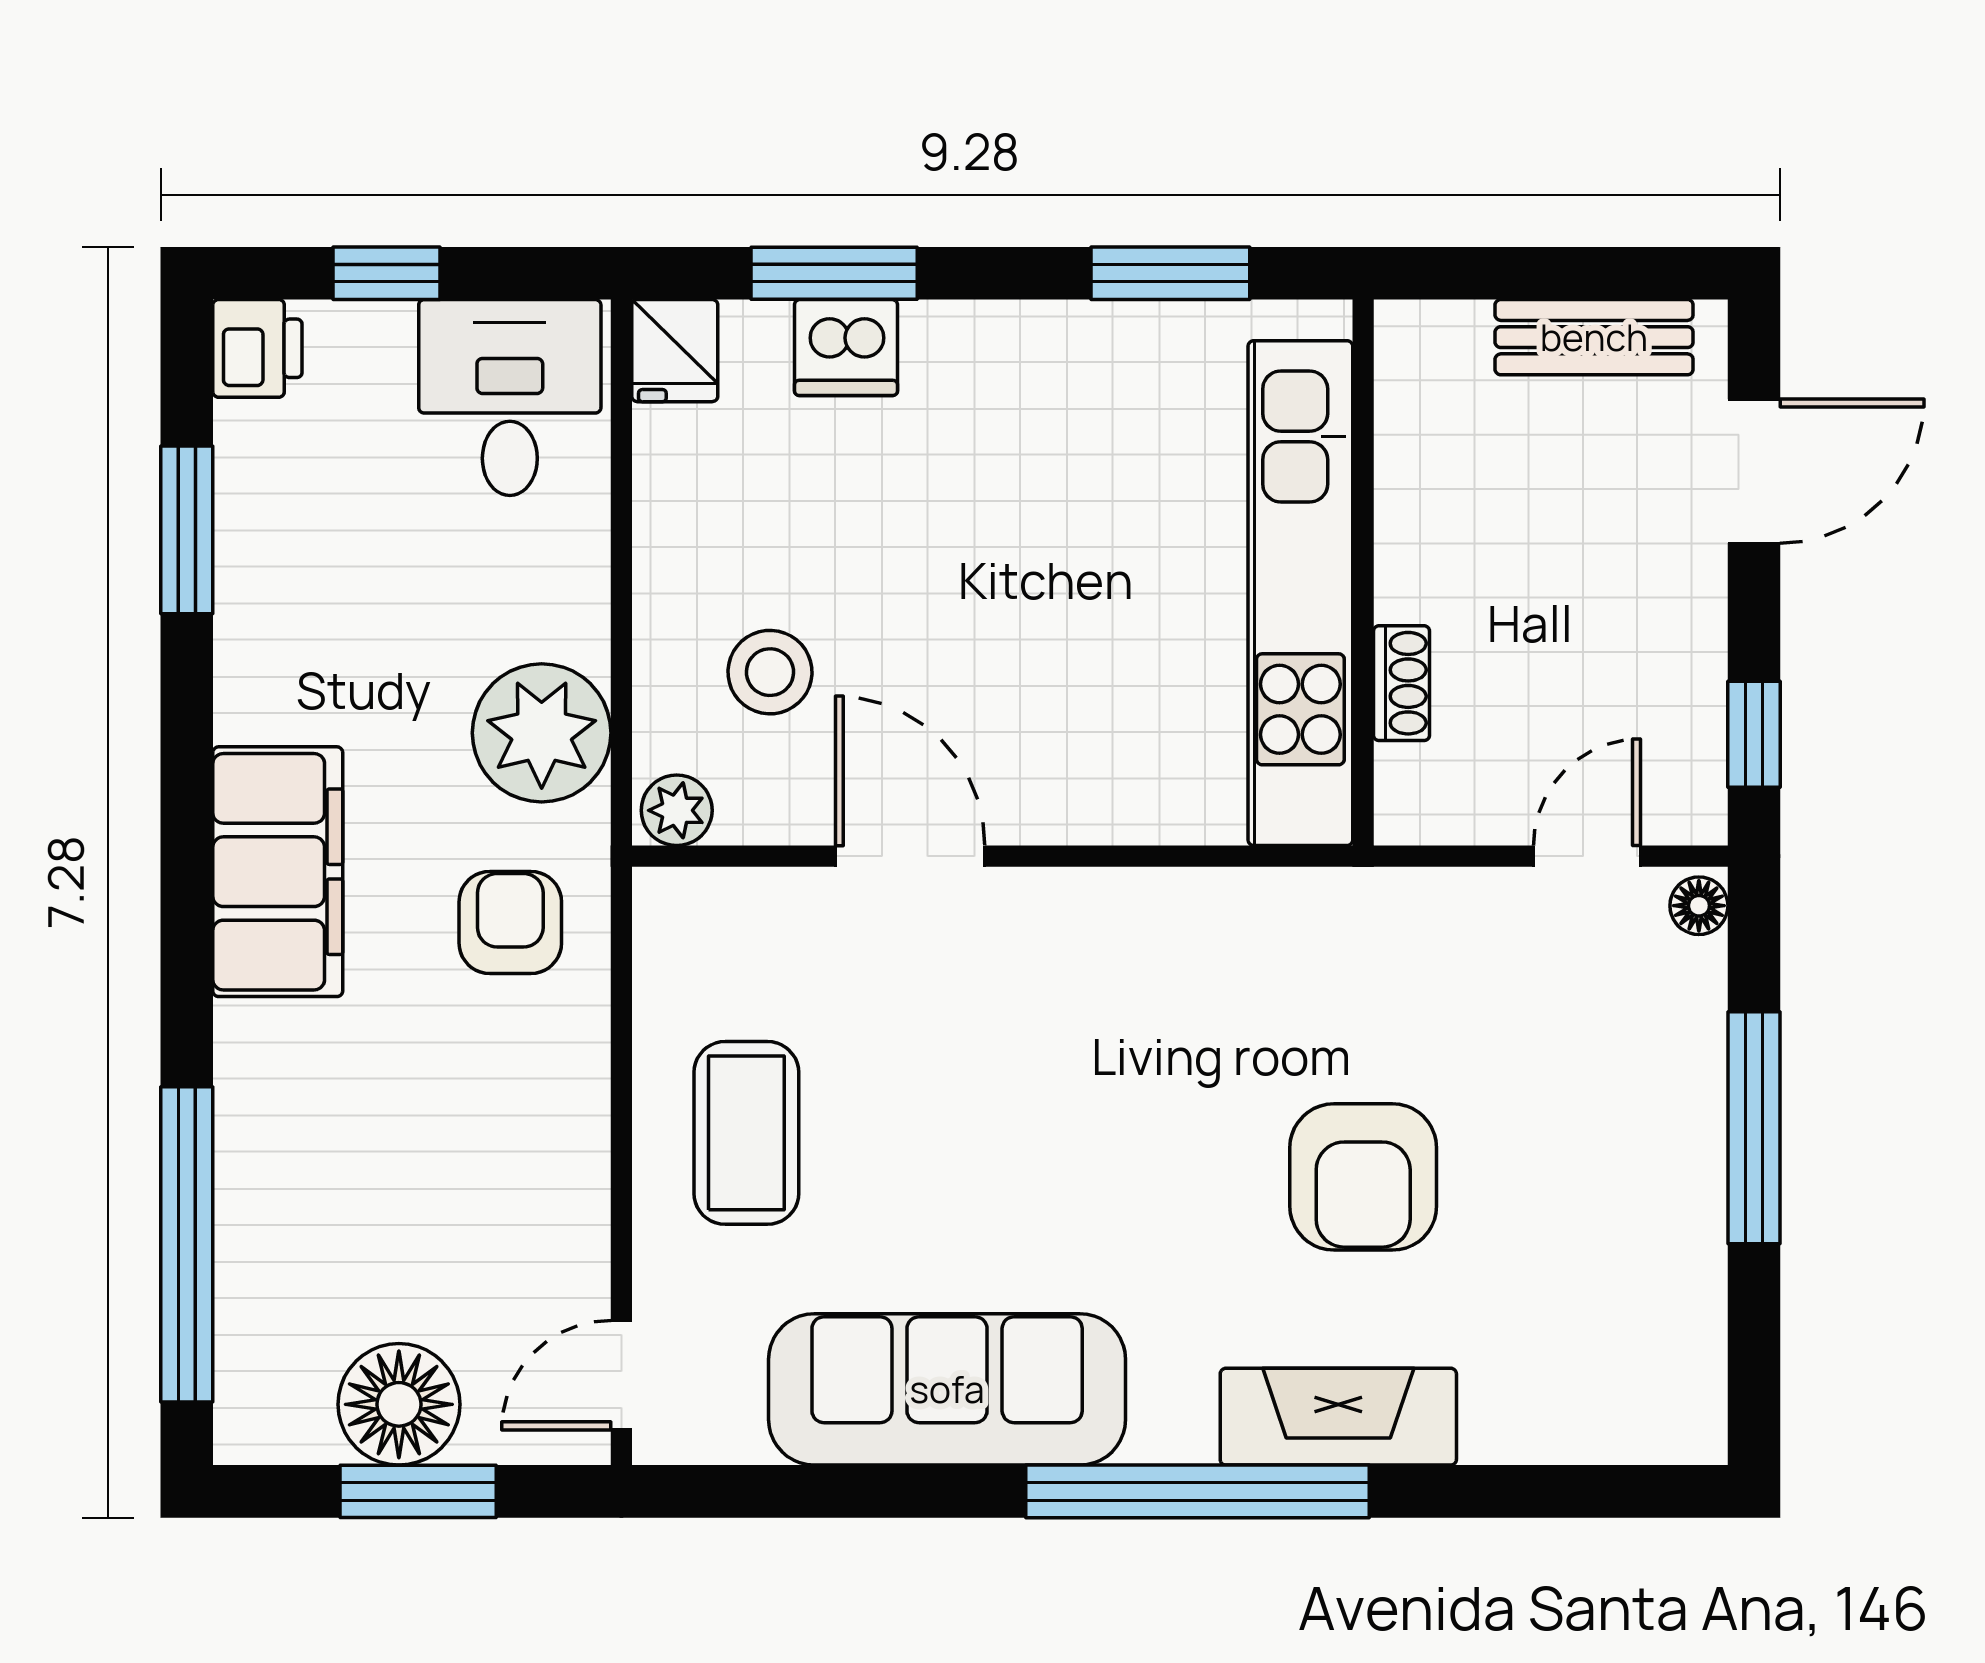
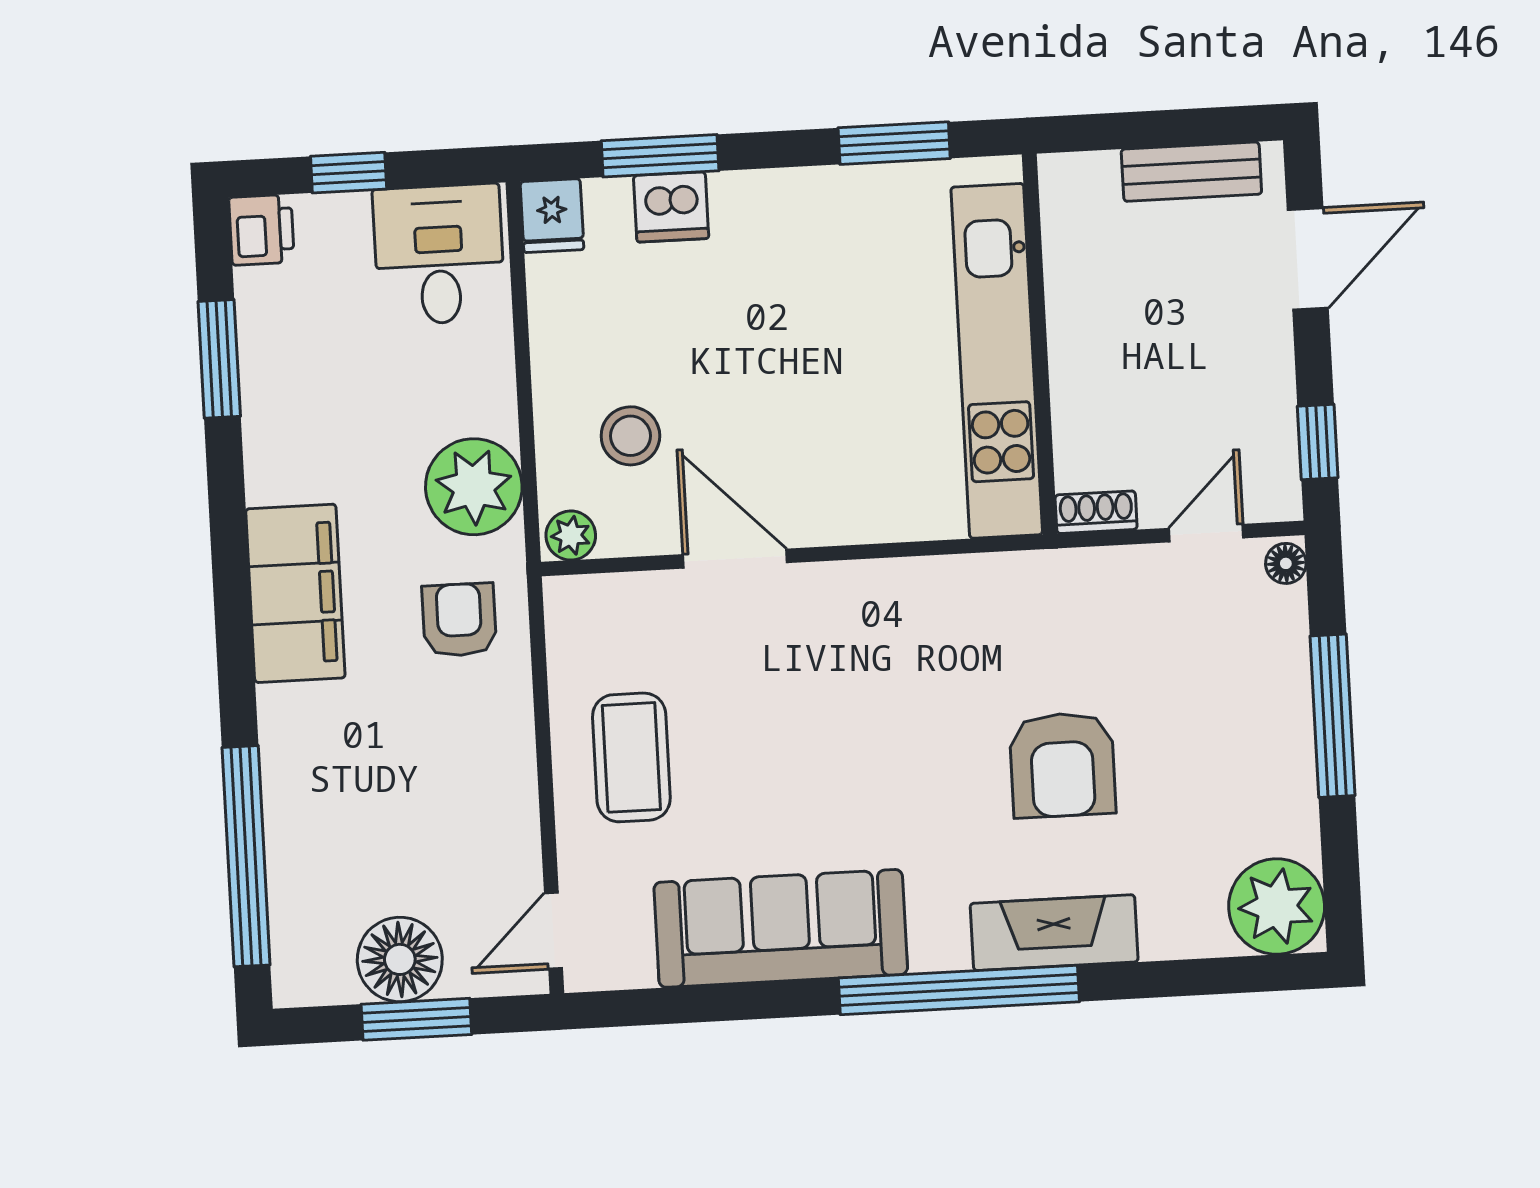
shoe rack: (1401, 683) -> (1096, 512), moved, turned -90
plant: (1659, 1396) -> (1277, 907), added

